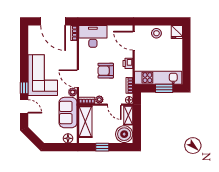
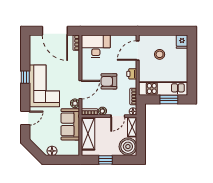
stool: (156, 33) -> (160, 54), moved
door: (134, 41) -> (138, 50), hinge flipped
door: (78, 79) -> (80, 90), swing flipped
window: (24, 88) -> (25, 77), moved
door: (114, 105) -> (118, 116), hinge flipped
door: (24, 106) -> (25, 118), hinge flipped
floor lamp: (68, 138) -> (52, 151), moved

